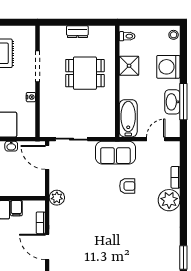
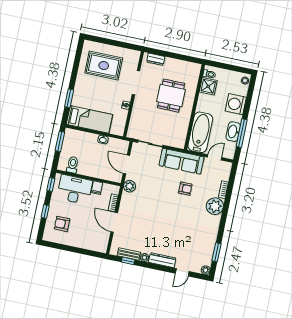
dresser: (77, 32) -> (156, 59), moved
shower: (129, 66) -> (208, 86), moved
dining table: (85, 73) -> (171, 96), turned 90
bathtub: (128, 118) -> (200, 132), width x1.36, depth x1.36
sofa: (115, 153) -> (182, 161), width x1.36
door: (47, 157) -> (126, 164), moved

